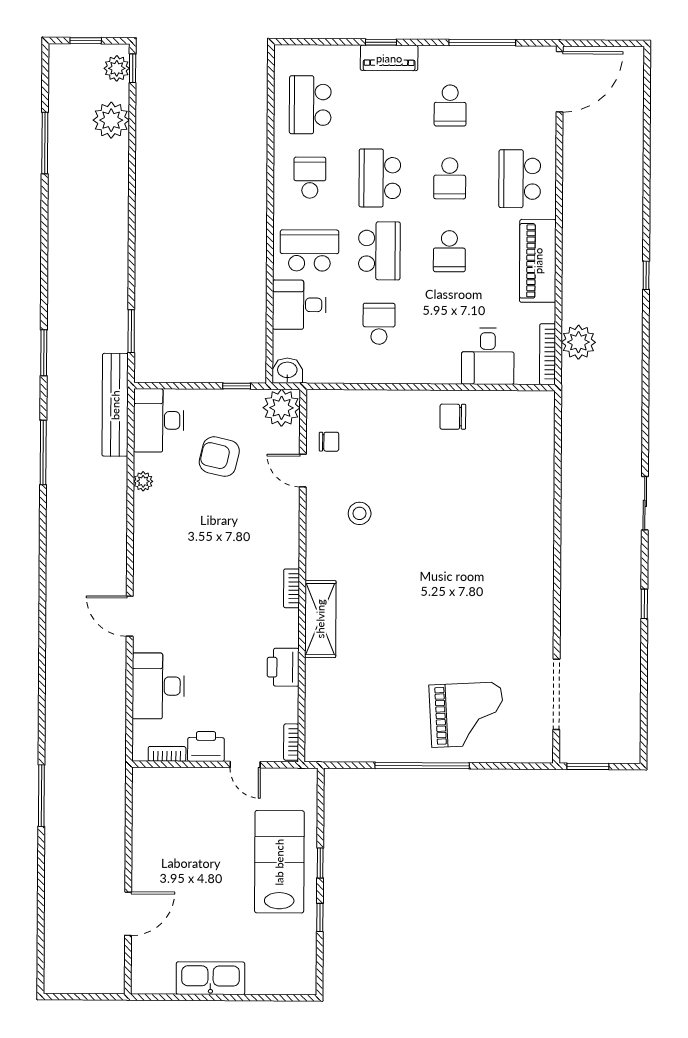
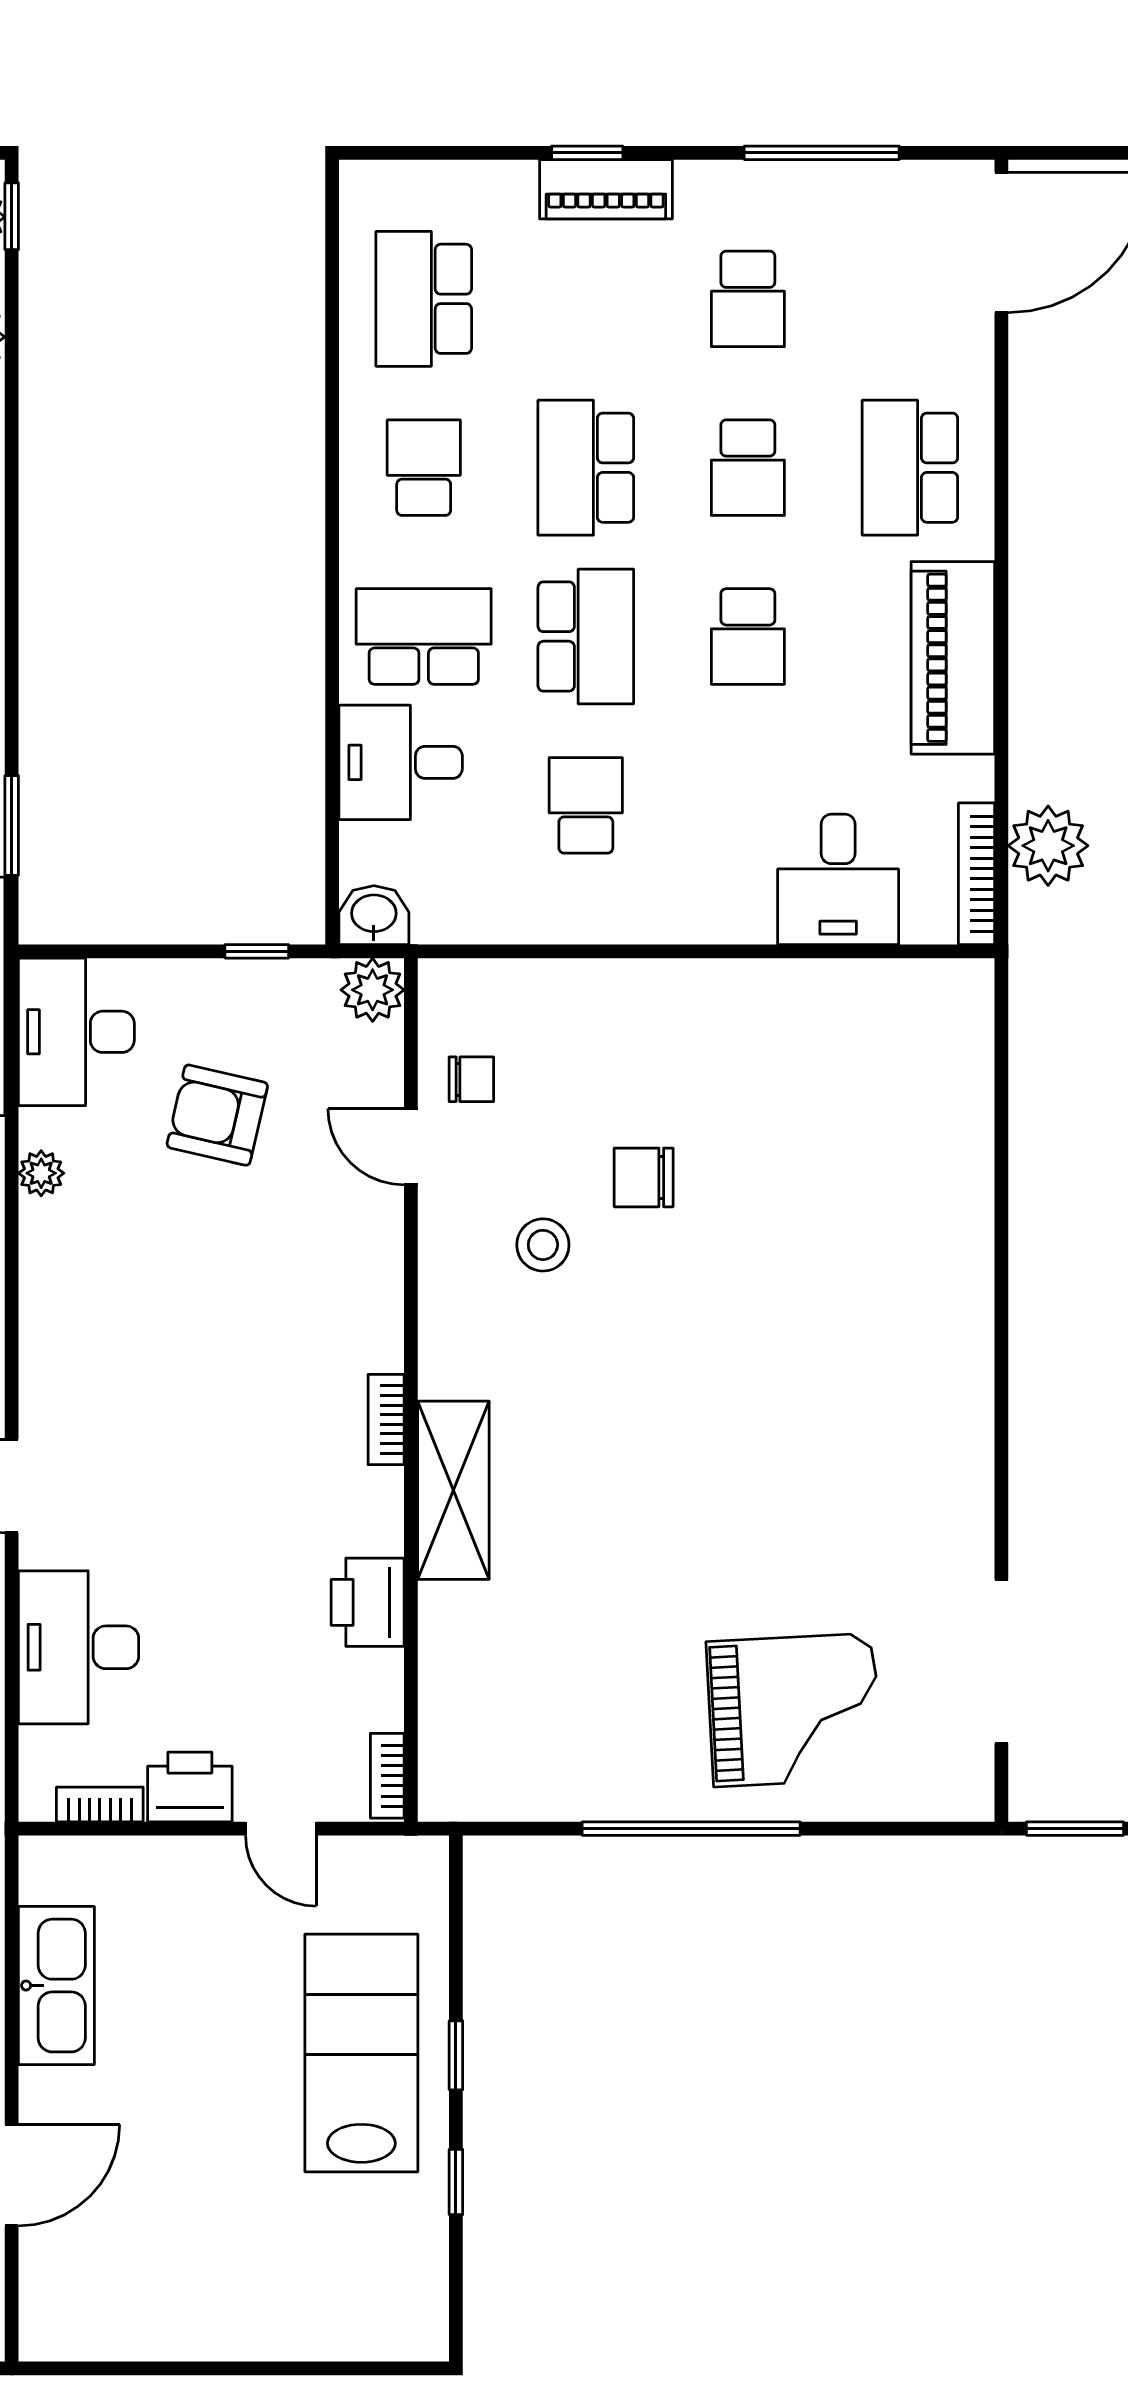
plant: (282, 408) -> (373, 990), width x0.73, depth x0.73
chair: (453, 417) -> (644, 1177), moved
kitchen sink: (210, 978) -> (56, 1986), moved, turned 90

